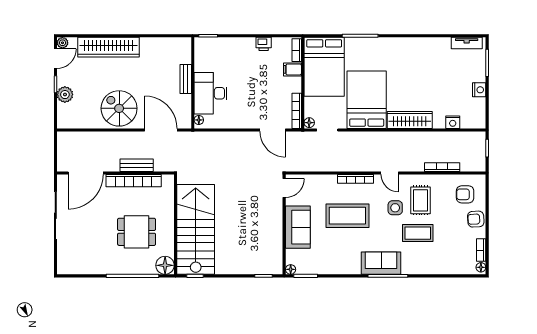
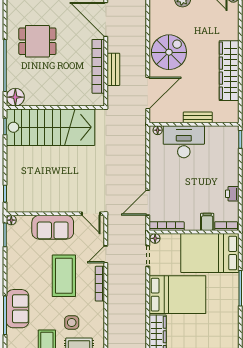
wardrobe: (109, 47) -> (229, 71), moved
door: (390, 173) -> (106, 254), moved
dining table: (137, 232) -> (37, 41), moved, turned 90

